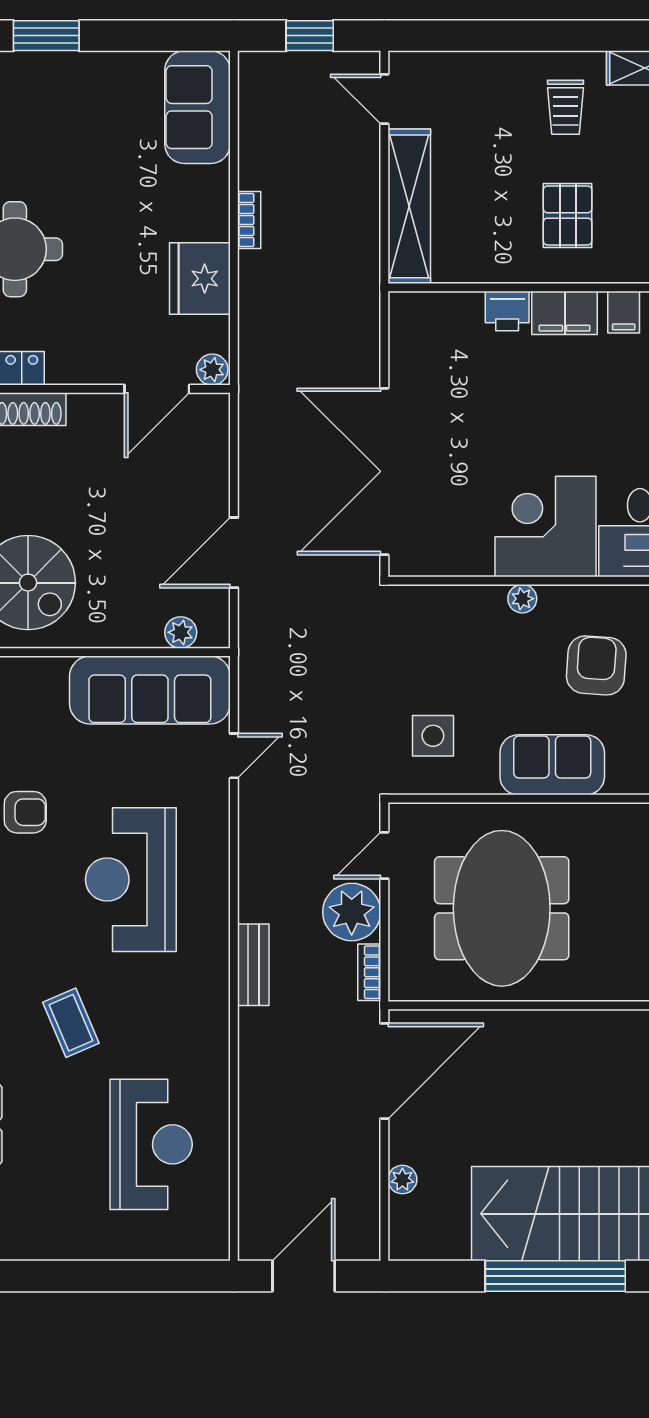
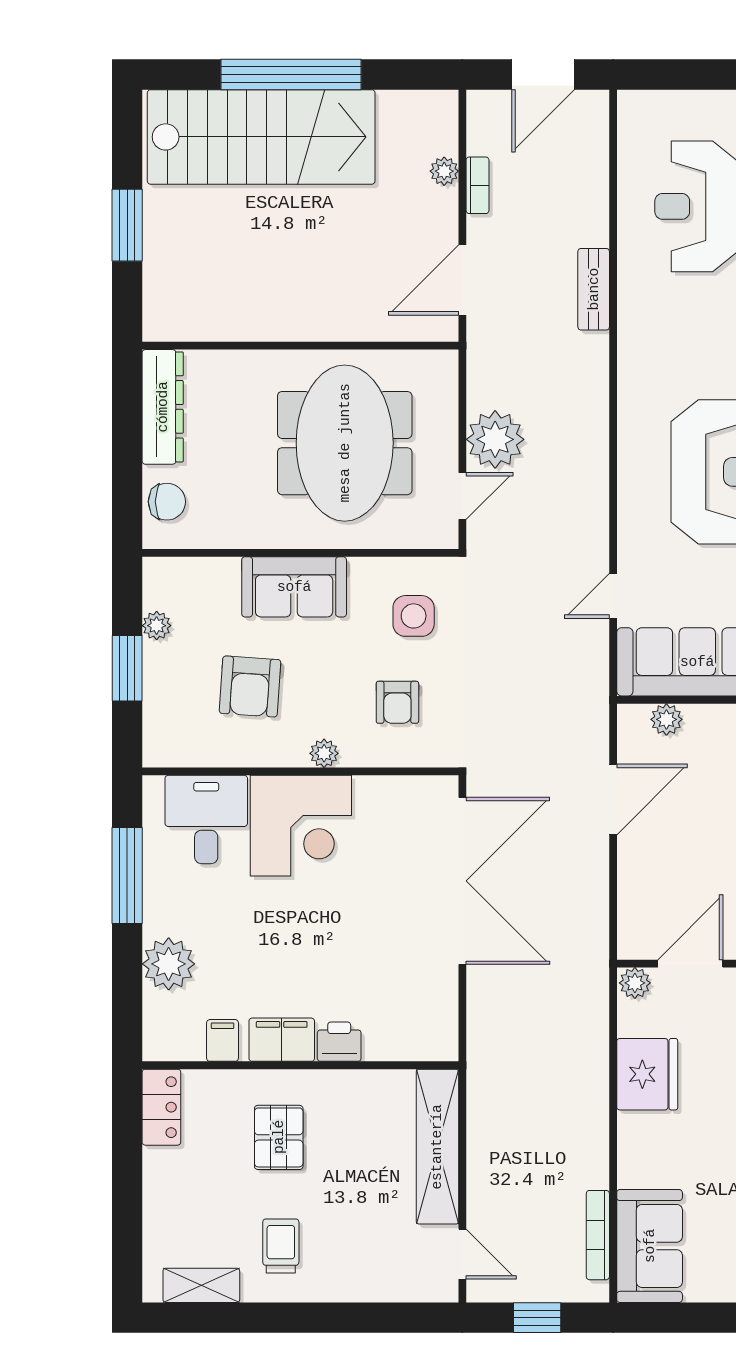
bookcase: (249, 220) -> (598, 1235), moved, width x1.56
armchair: (449, 650) -> (397, 702), added
bench: (253, 965) -> (594, 289), moved
bookcase: (369, 972) -> (477, 185), moved
door: (384, 1071) -> (462, 280), width x0.73

